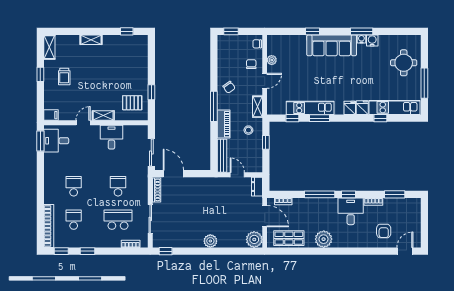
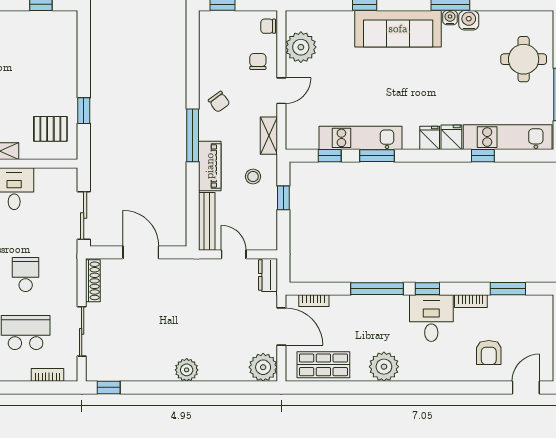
plant: (272, 60) -> (301, 47), width x1.87, depth x1.87
door: (173, 174) -> (141, 252), moved

